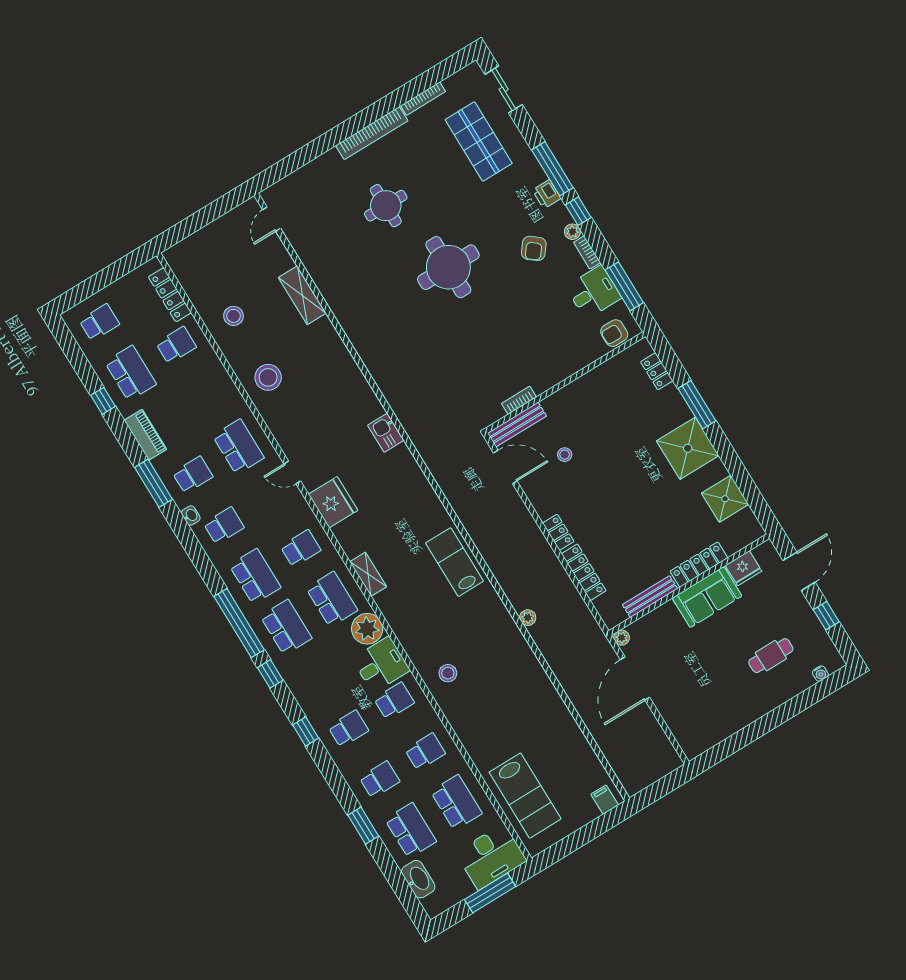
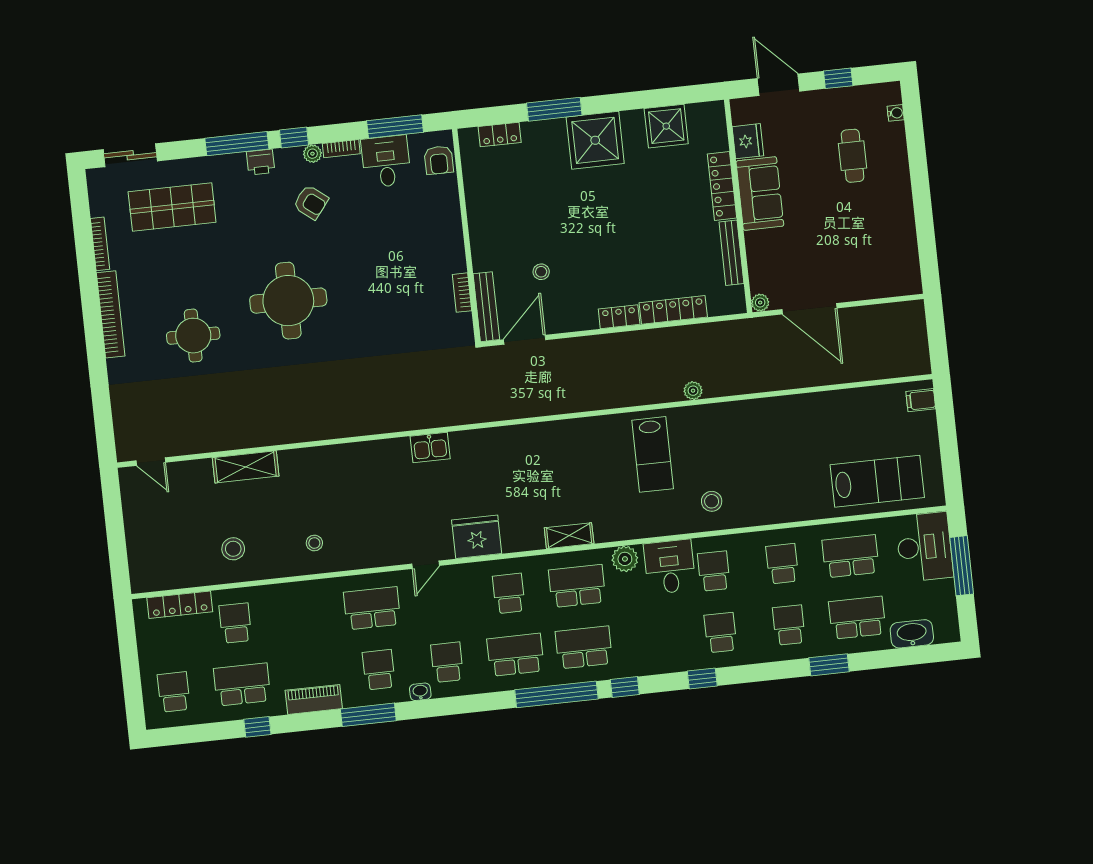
stool: (268, 377) -> (314, 543), width x0.53, depth x0.53
lab bench: (454, 562) -> (653, 454), moved, turned -90
plant: (367, 629) -> (625, 559), width x0.73, depth x0.73

